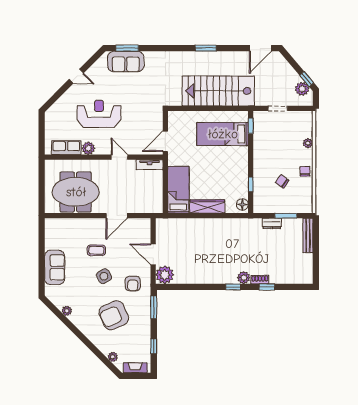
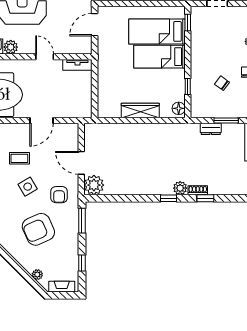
door: (165, 141) -> (95, 25), moved
bed: (178, 190) -> (159, 57), moved, turned -90

